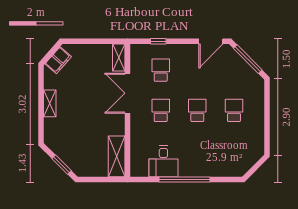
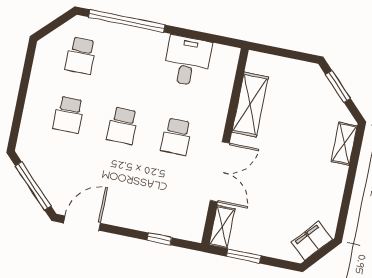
window: (101, 41) -> (244, 256), added
school desk: (161, 70) -> (81, 56), moved
shelving: (50, 103) -> (344, 144), moved
shelving: (117, 156) -> (250, 104), moved
window: (185, 180) -> (127, 21), moved

